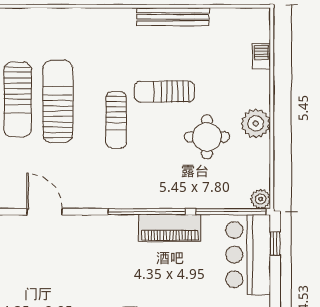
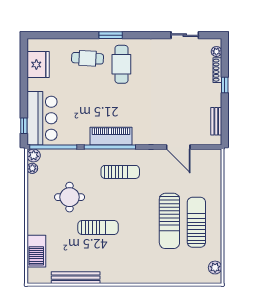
bench: (173, 17) -> (76, 278), moved
barbecue: (261, 56) -> (36, 251), width x1.88, depth x1.53
sun lounger: (116, 120) -> (120, 172), moved, turned 90
plant: (256, 123) -> (32, 168), moved, width x0.53, depth x0.53
piano: (170, 228) -> (111, 136), moved

